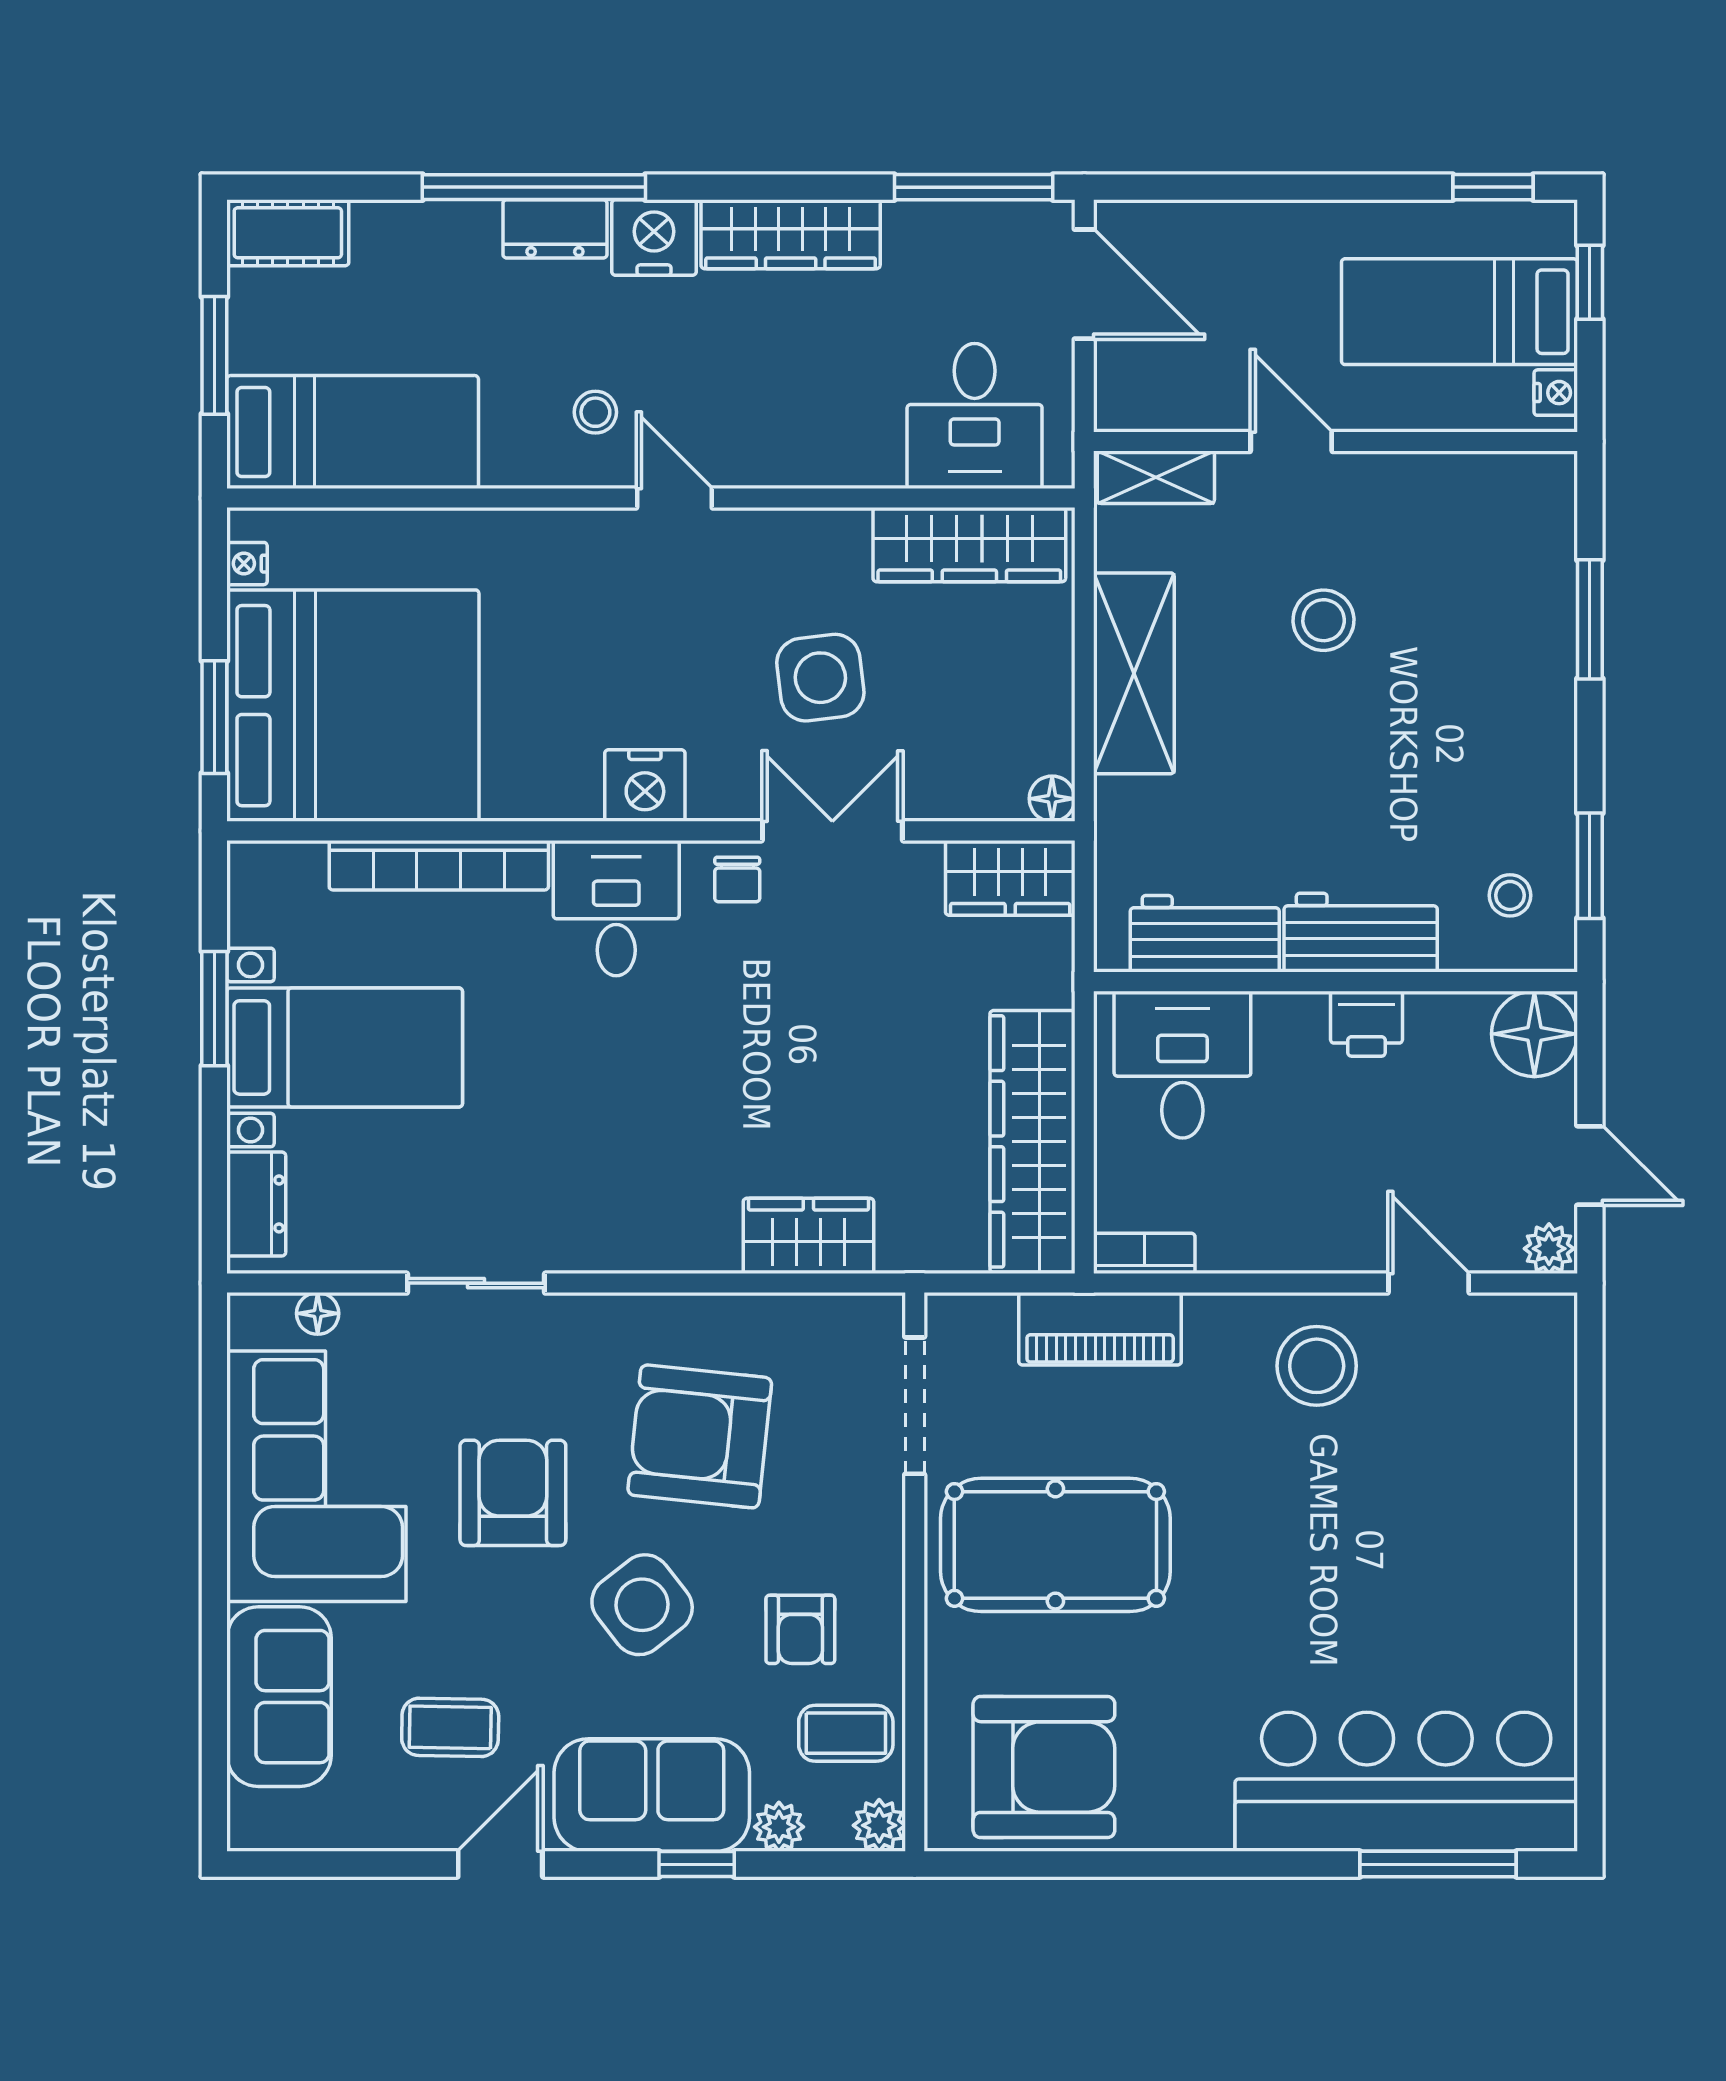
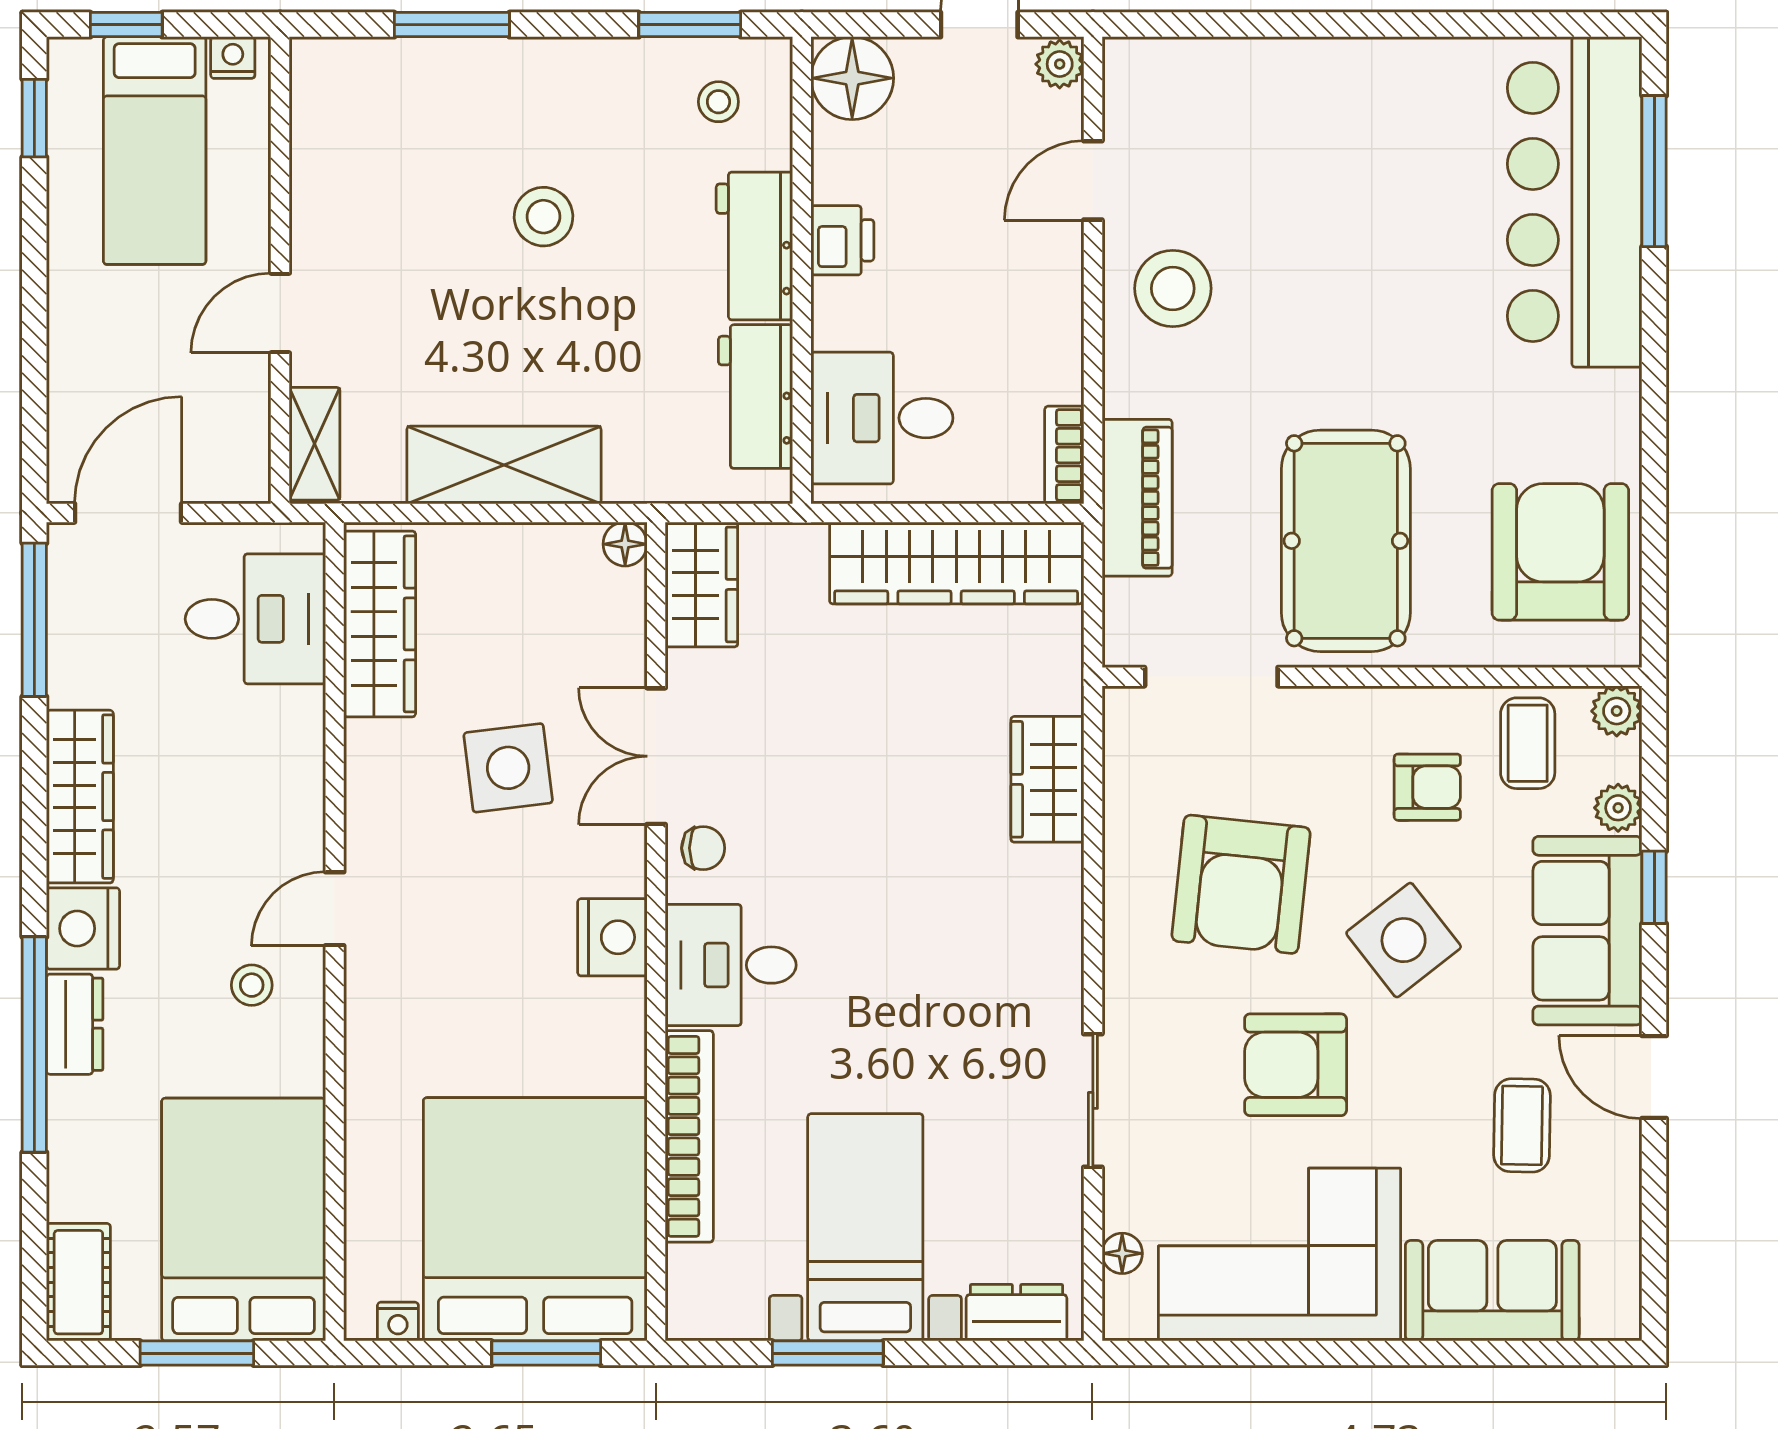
bed: (353, 432) -> (244, 1220), width x1.50
stool: (1324, 620) -> (543, 217), moved

